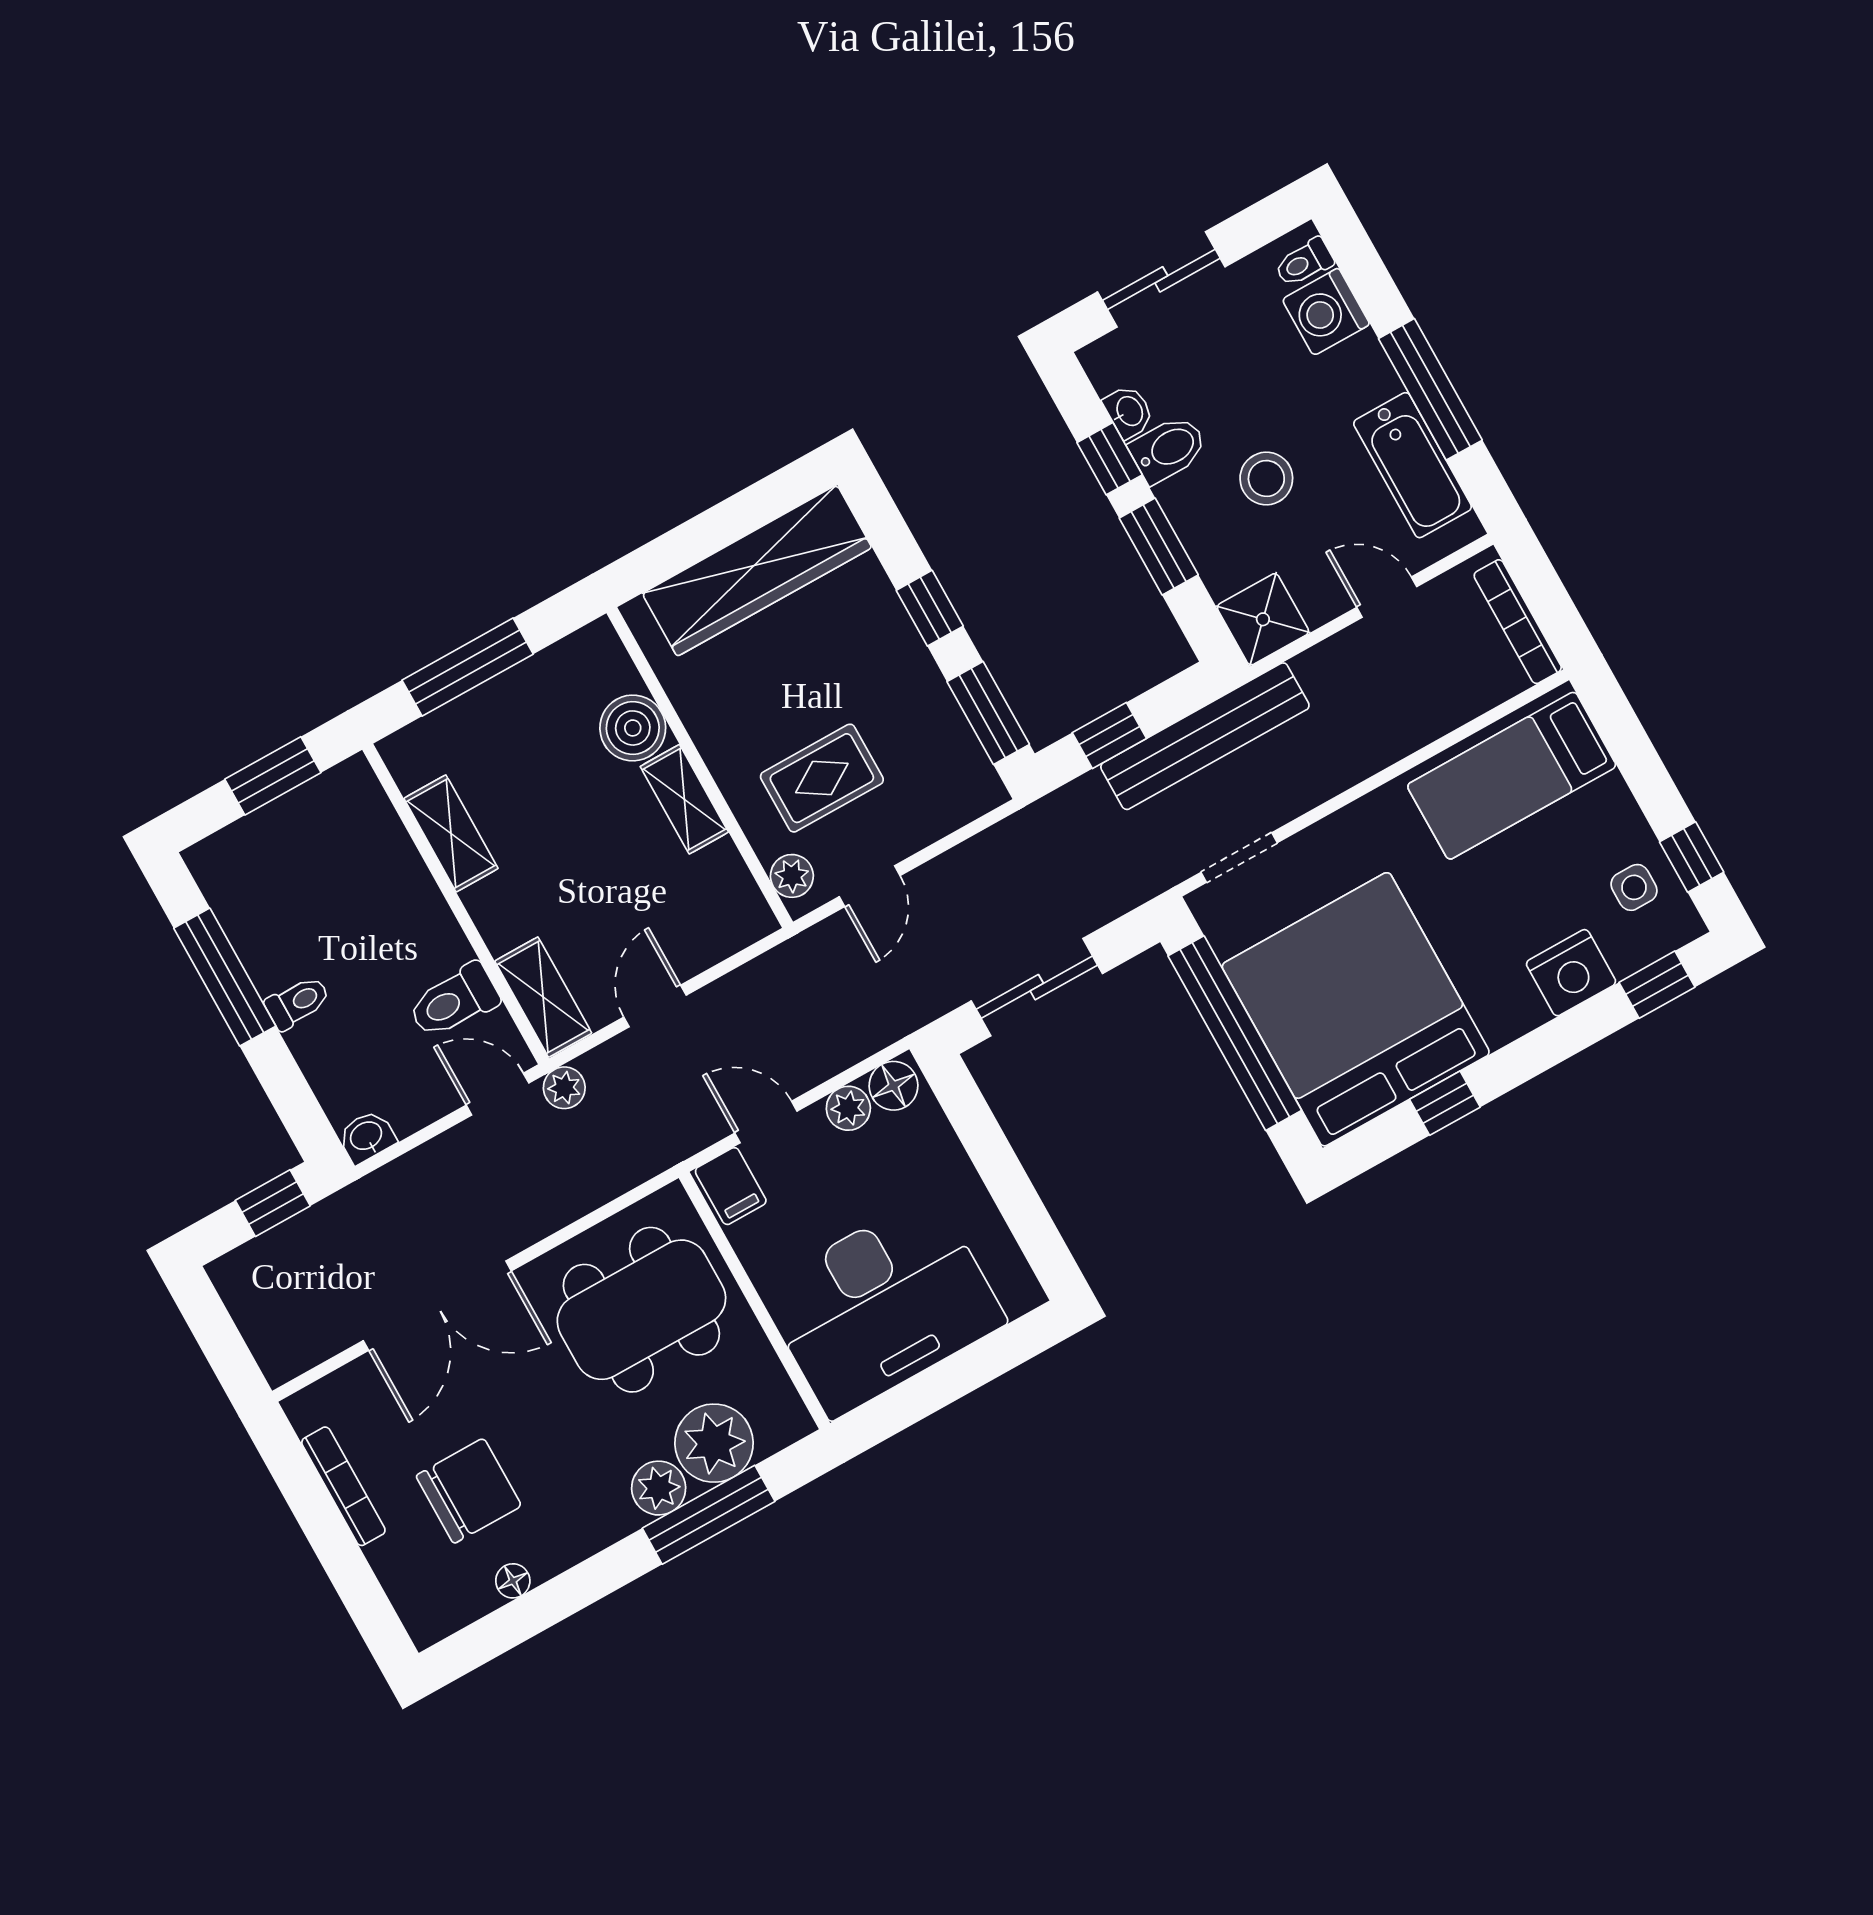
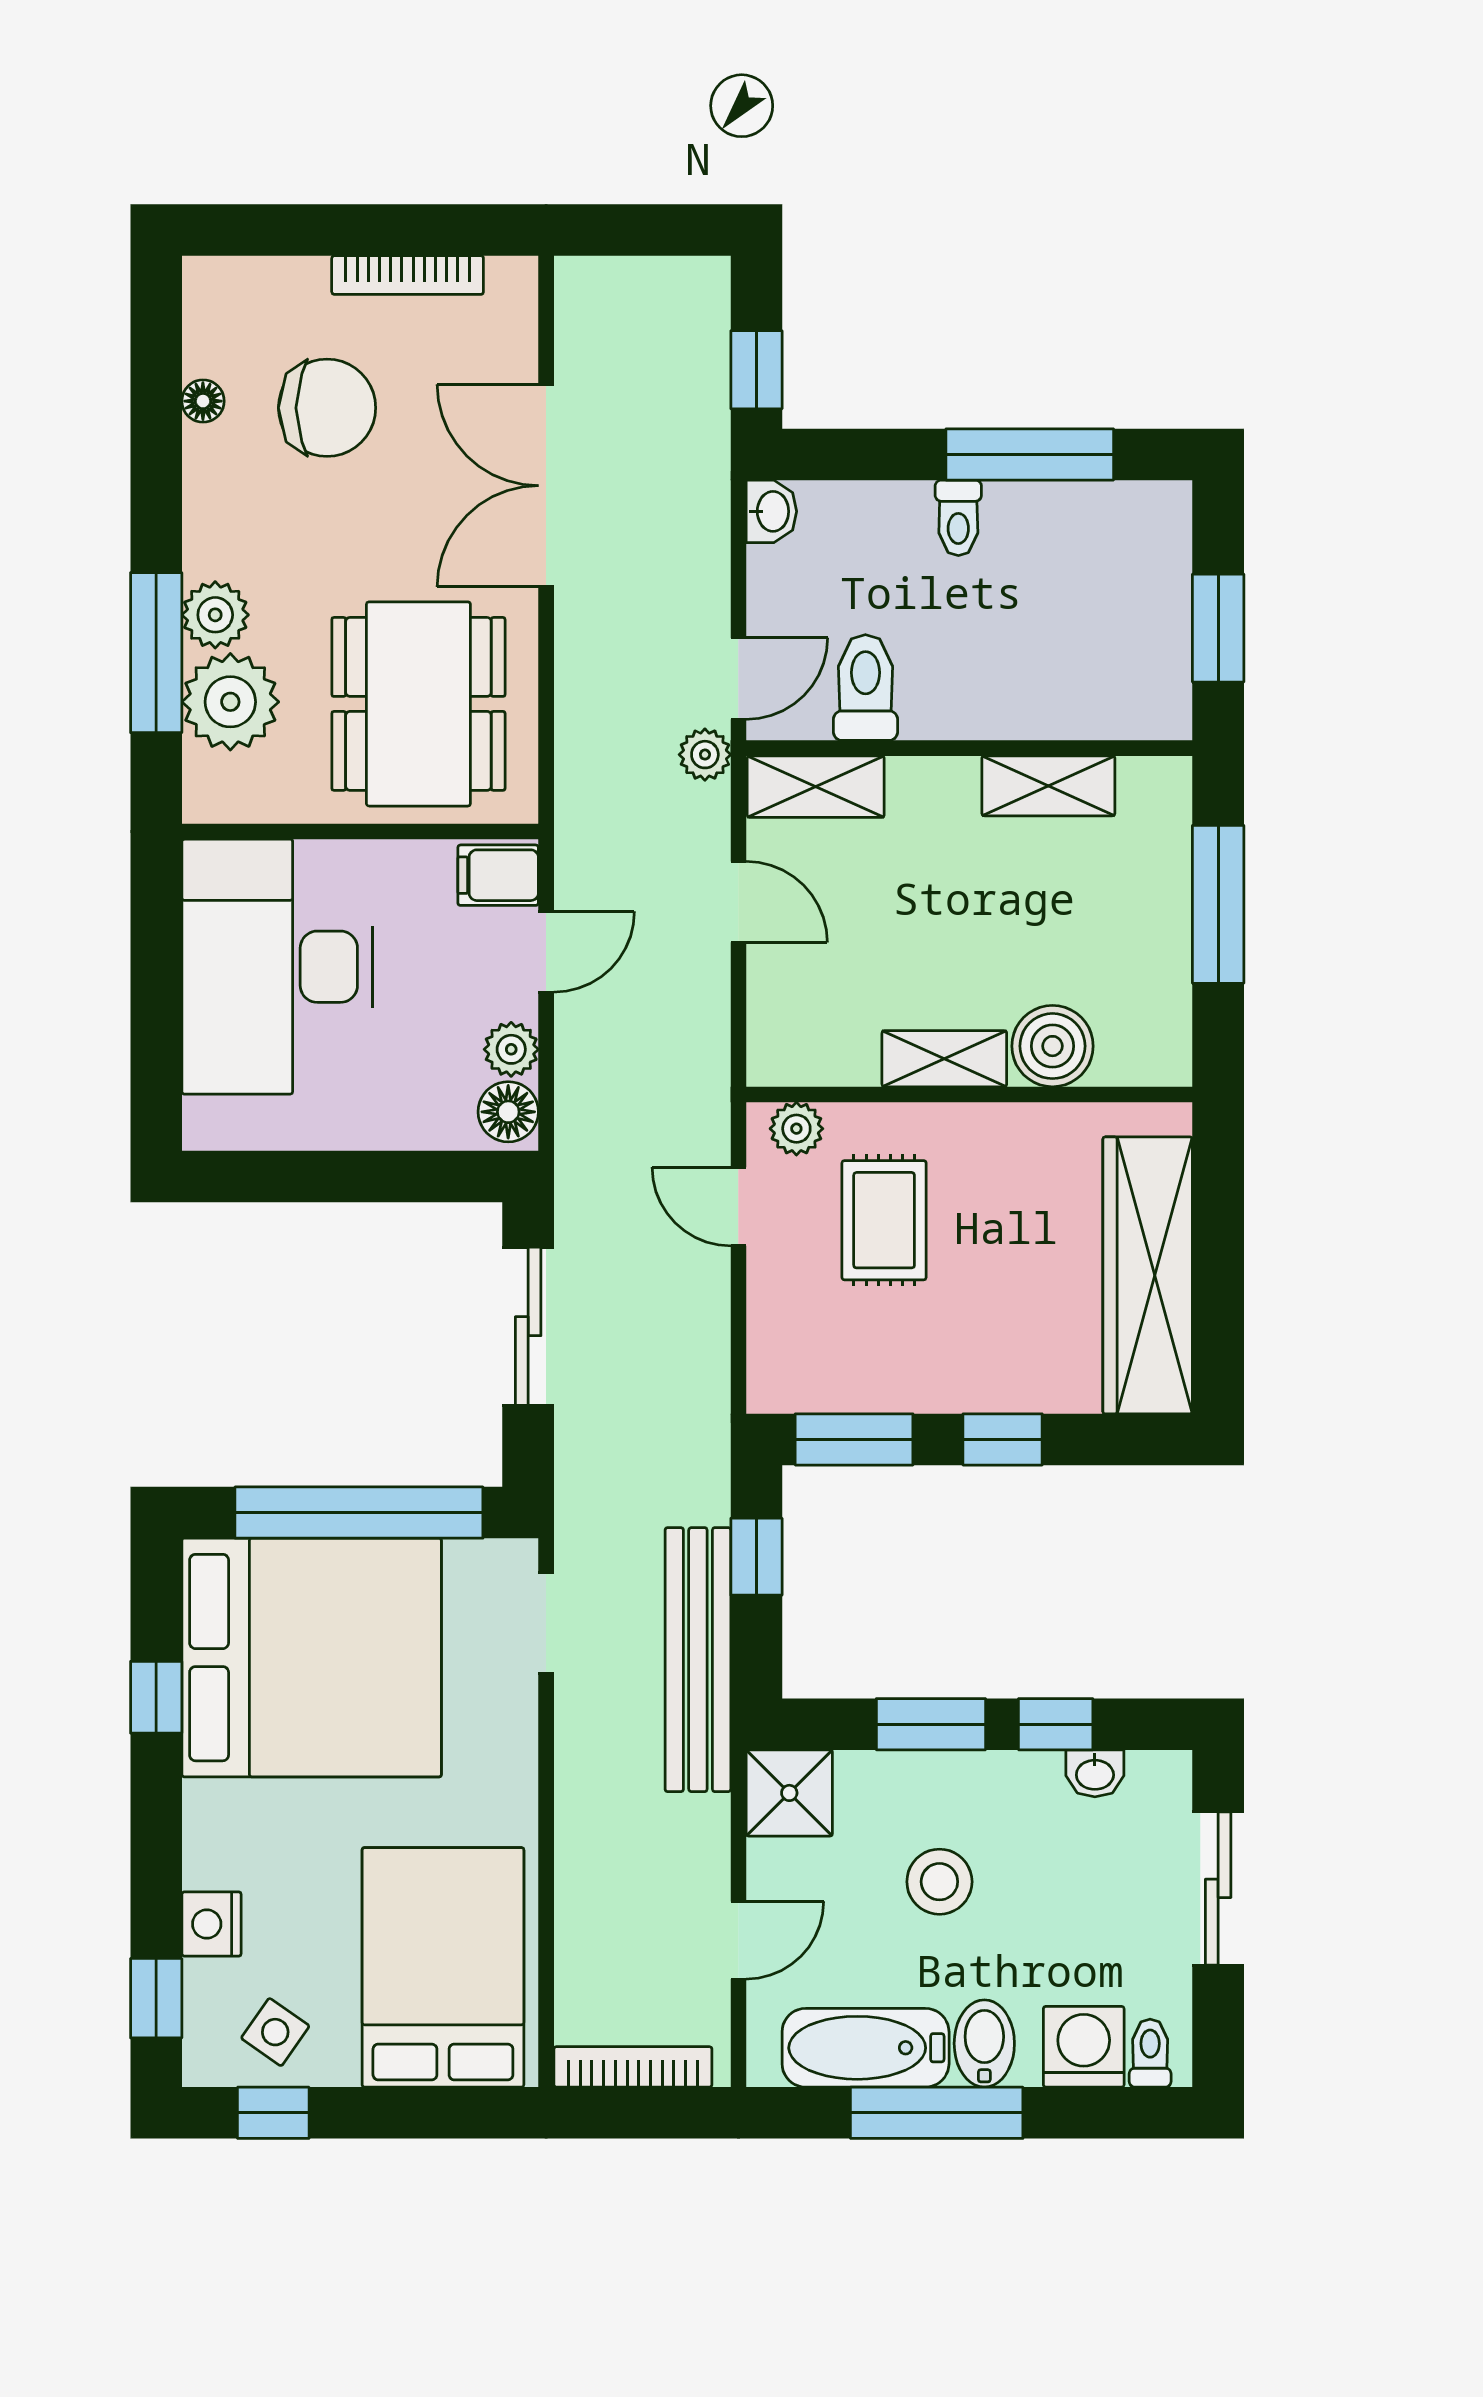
bidet: (1168, 449) -> (984, 2043), moved, turned 180
bed: (1512, 776) -> (443, 1967), width x1.50
side table: (1634, 887) -> (275, 2032), turned 35
nightstand: (1571, 973) -> (211, 1924), width x0.74, depth x0.75
chair: (469, 1491) -> (327, 408), turned -90

